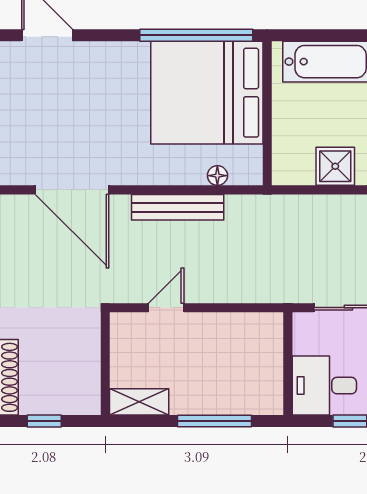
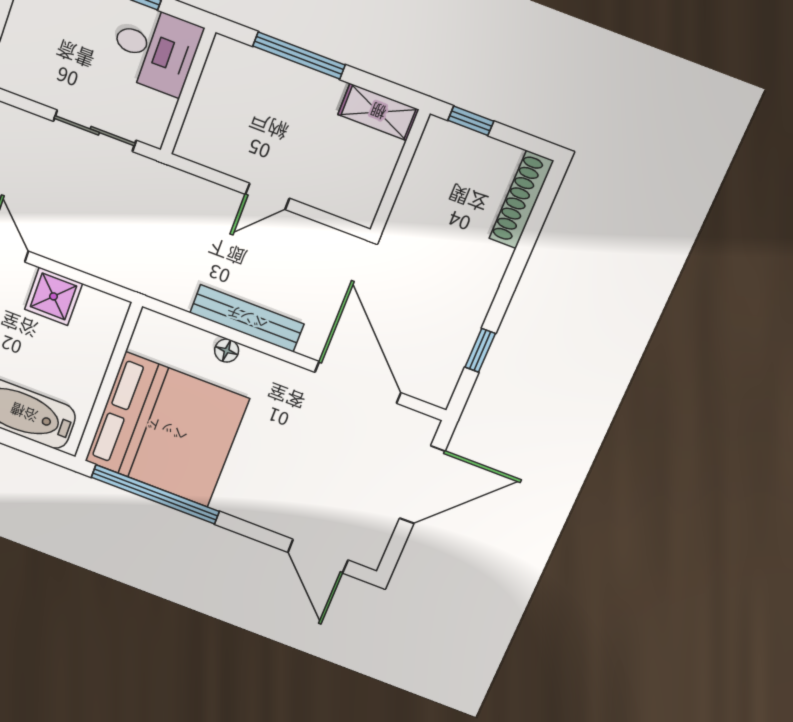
floor lamp: (217, 176) -> (227, 351), moved
door: (166, 308) -> (267, 196), moved
window: (44, 421) -> (471, 121), moved

